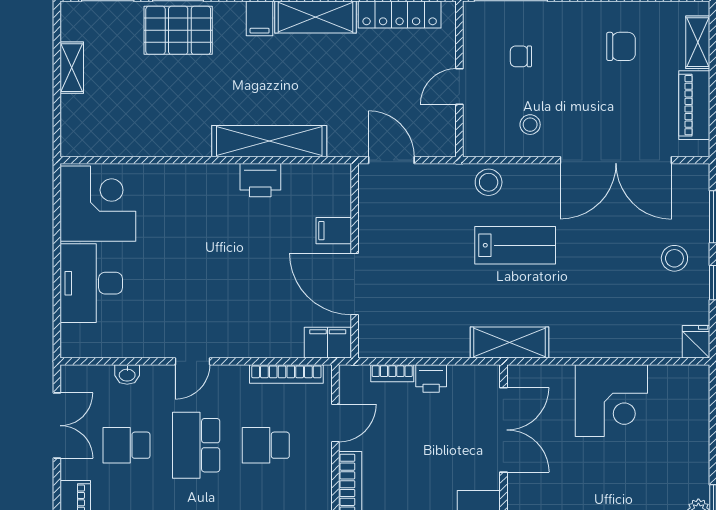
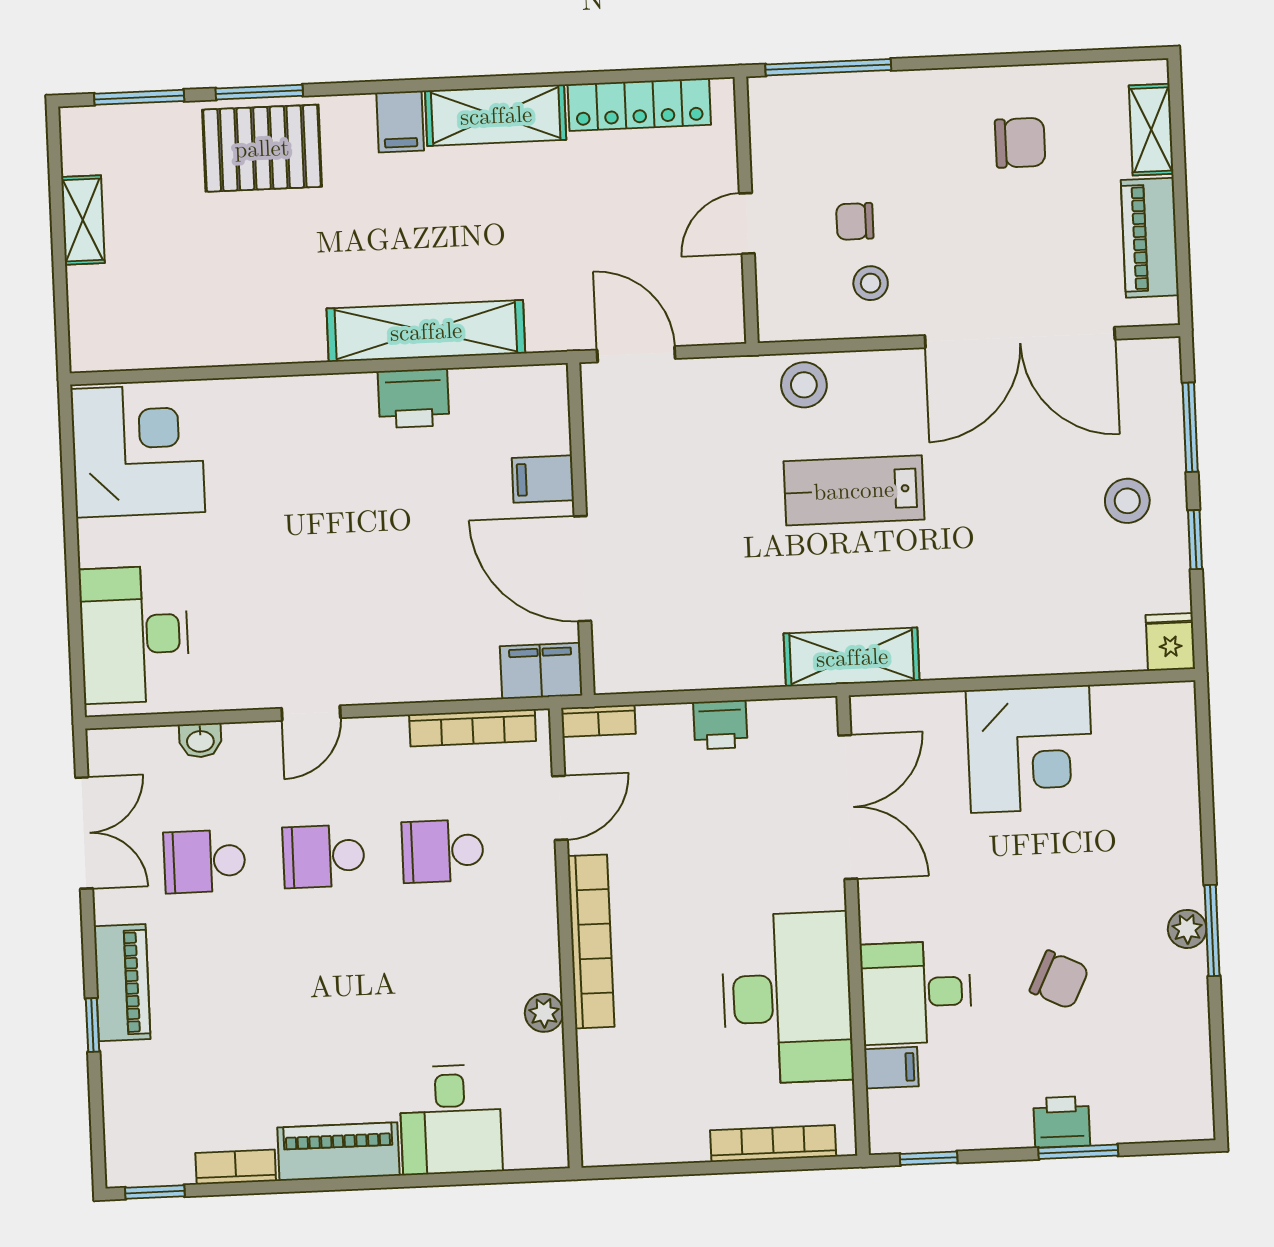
chair: (521, 56) -> (855, 221), moved
lab bench: (515, 245) -> (854, 490), turned 180
desk: (91, 283) -> (134, 635), moved
bookcase: (392, 373) -> (598, 721), moved
school desk: (196, 445) -> (324, 856), width x0.54

